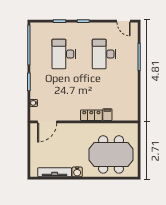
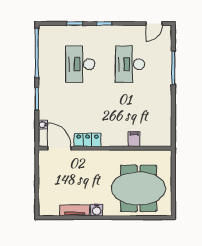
door: (124, 21) -> (154, 24), hinge flipped
locker: (91, 115) -> (88, 140), moved
door: (47, 122) -> (59, 148), swing flipped
tv unit: (55, 172) -> (75, 210), width x0.71

